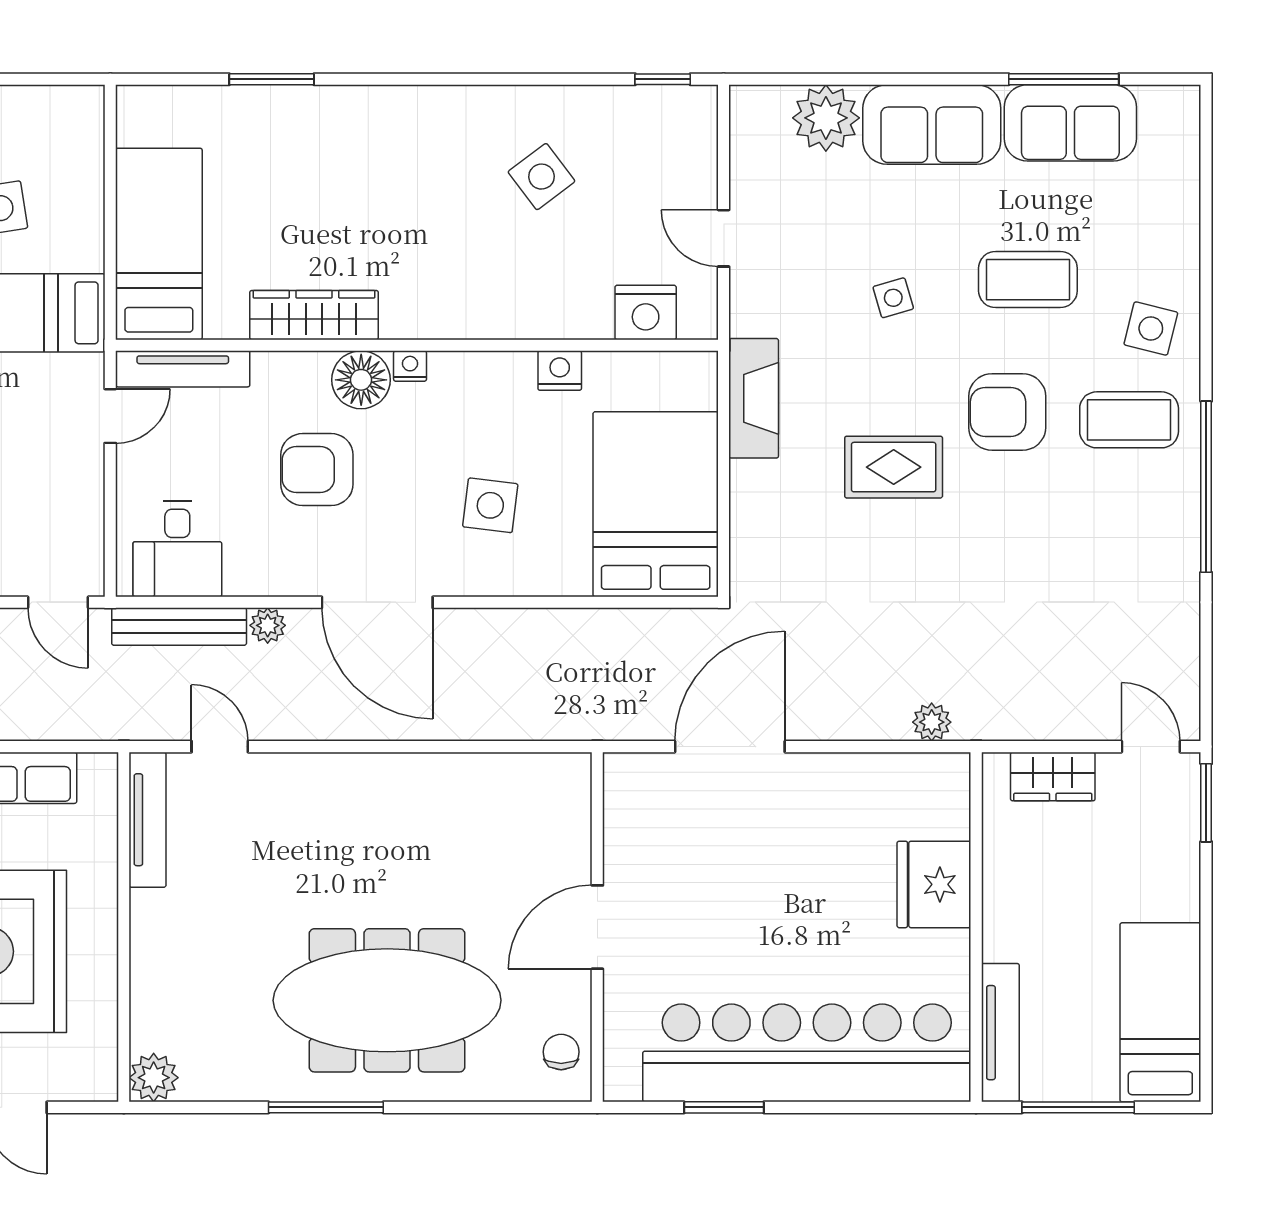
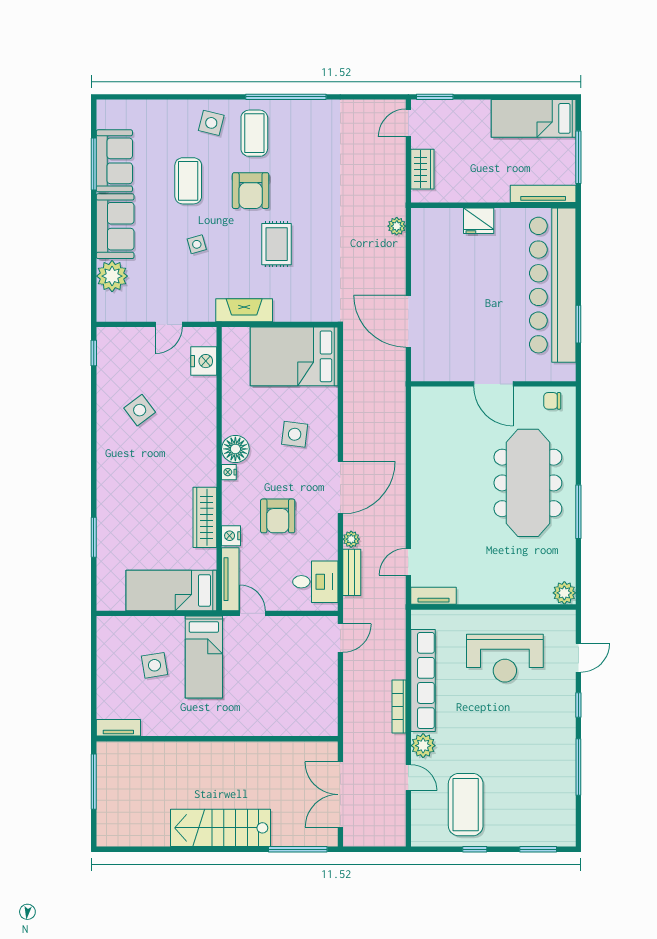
nightstand: (560, 371) -> (231, 536), moved
floor lamp: (361, 380) -> (235, 449), moved
bench: (179, 627) -> (352, 572), width x0.73
tv unit: (148, 820) -> (434, 596), width x0.71
fridge: (934, 884) -> (479, 221), width x0.73, depth x0.75

